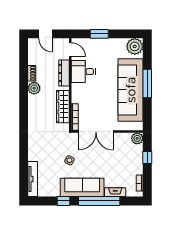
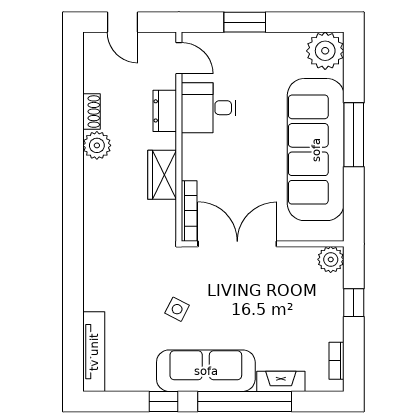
dresser: (64, 73) -> (165, 111), width x0.70
wardrobe: (63, 107) -> (162, 175), width x0.67
double door: (96, 132) -> (237, 244), swing flipped

